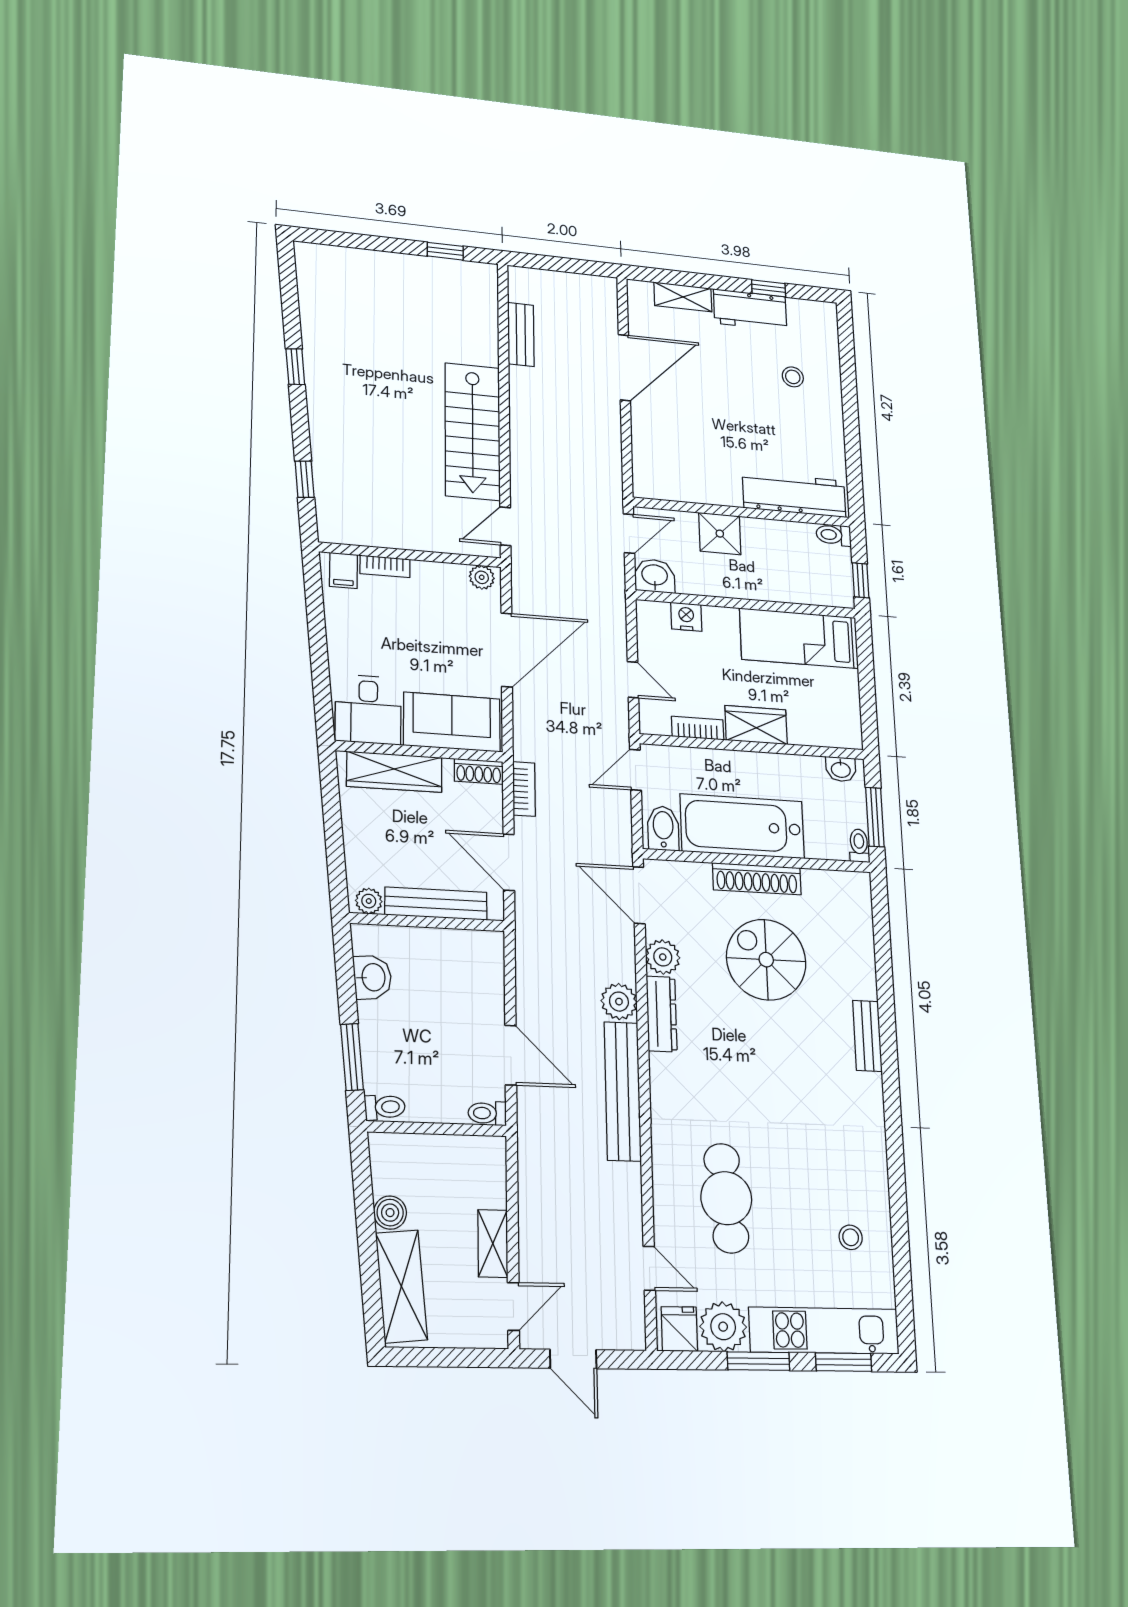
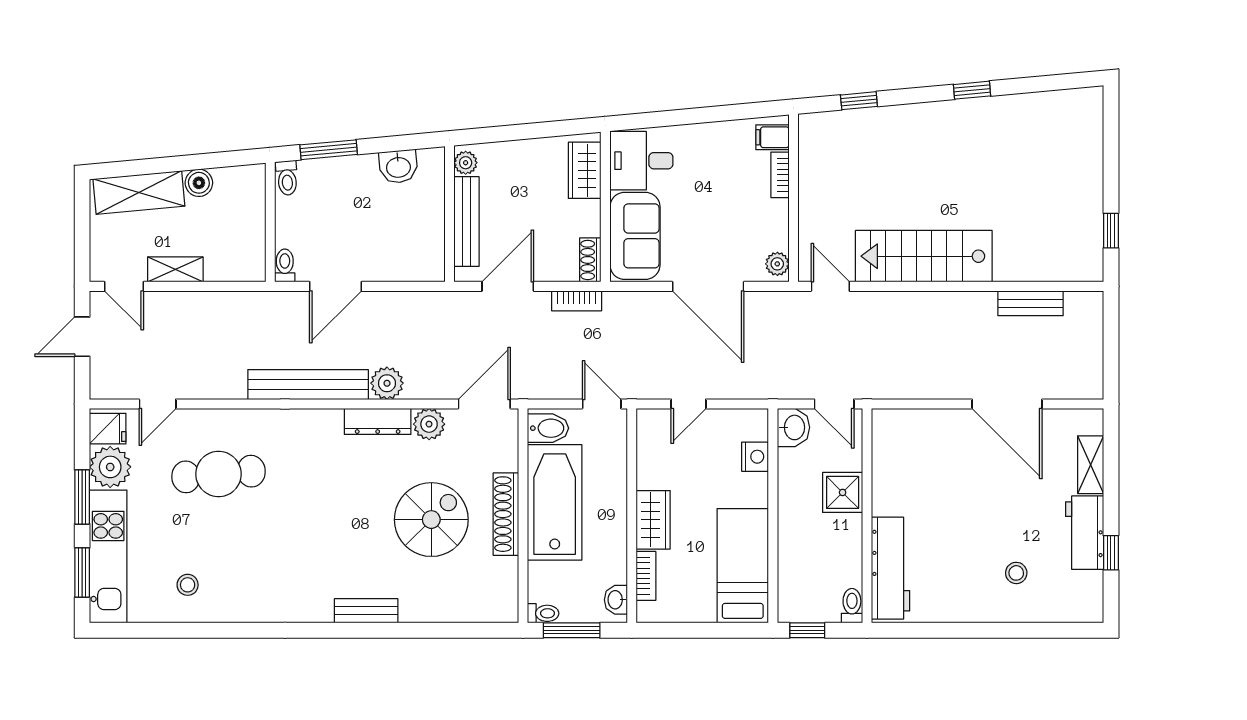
bookcase: (698, 728) -> (646, 576), moved
wardrobe: (394, 772) -> (585, 170), width x0.67

